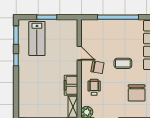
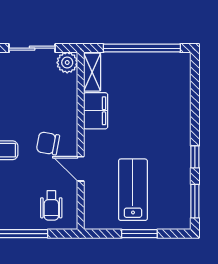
lab bench: (37, 39) -> (133, 190), moved
wheelchair: (94, 87) -> (51, 205), moved

